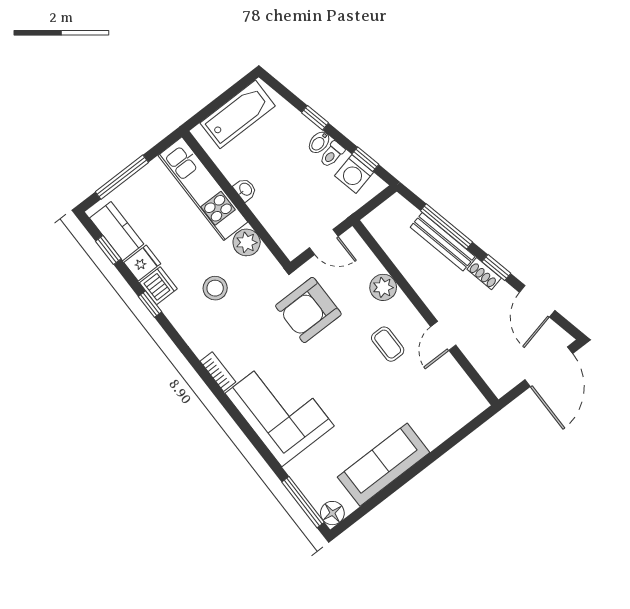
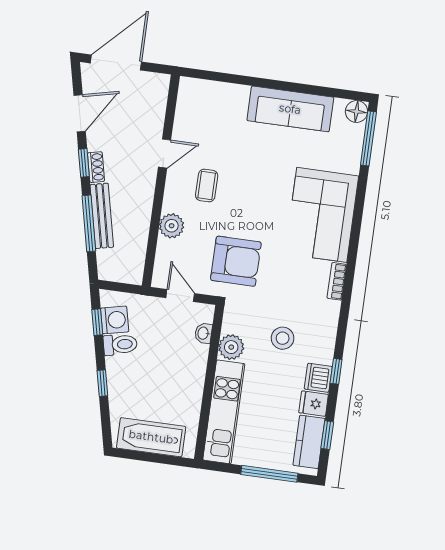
bidet: (319, 142) -> (116, 364), removed
toilet: (332, 154) -> (120, 344), width x1.37, depth x1.39
washbasin: (245, 190) -> (203, 333), moved

